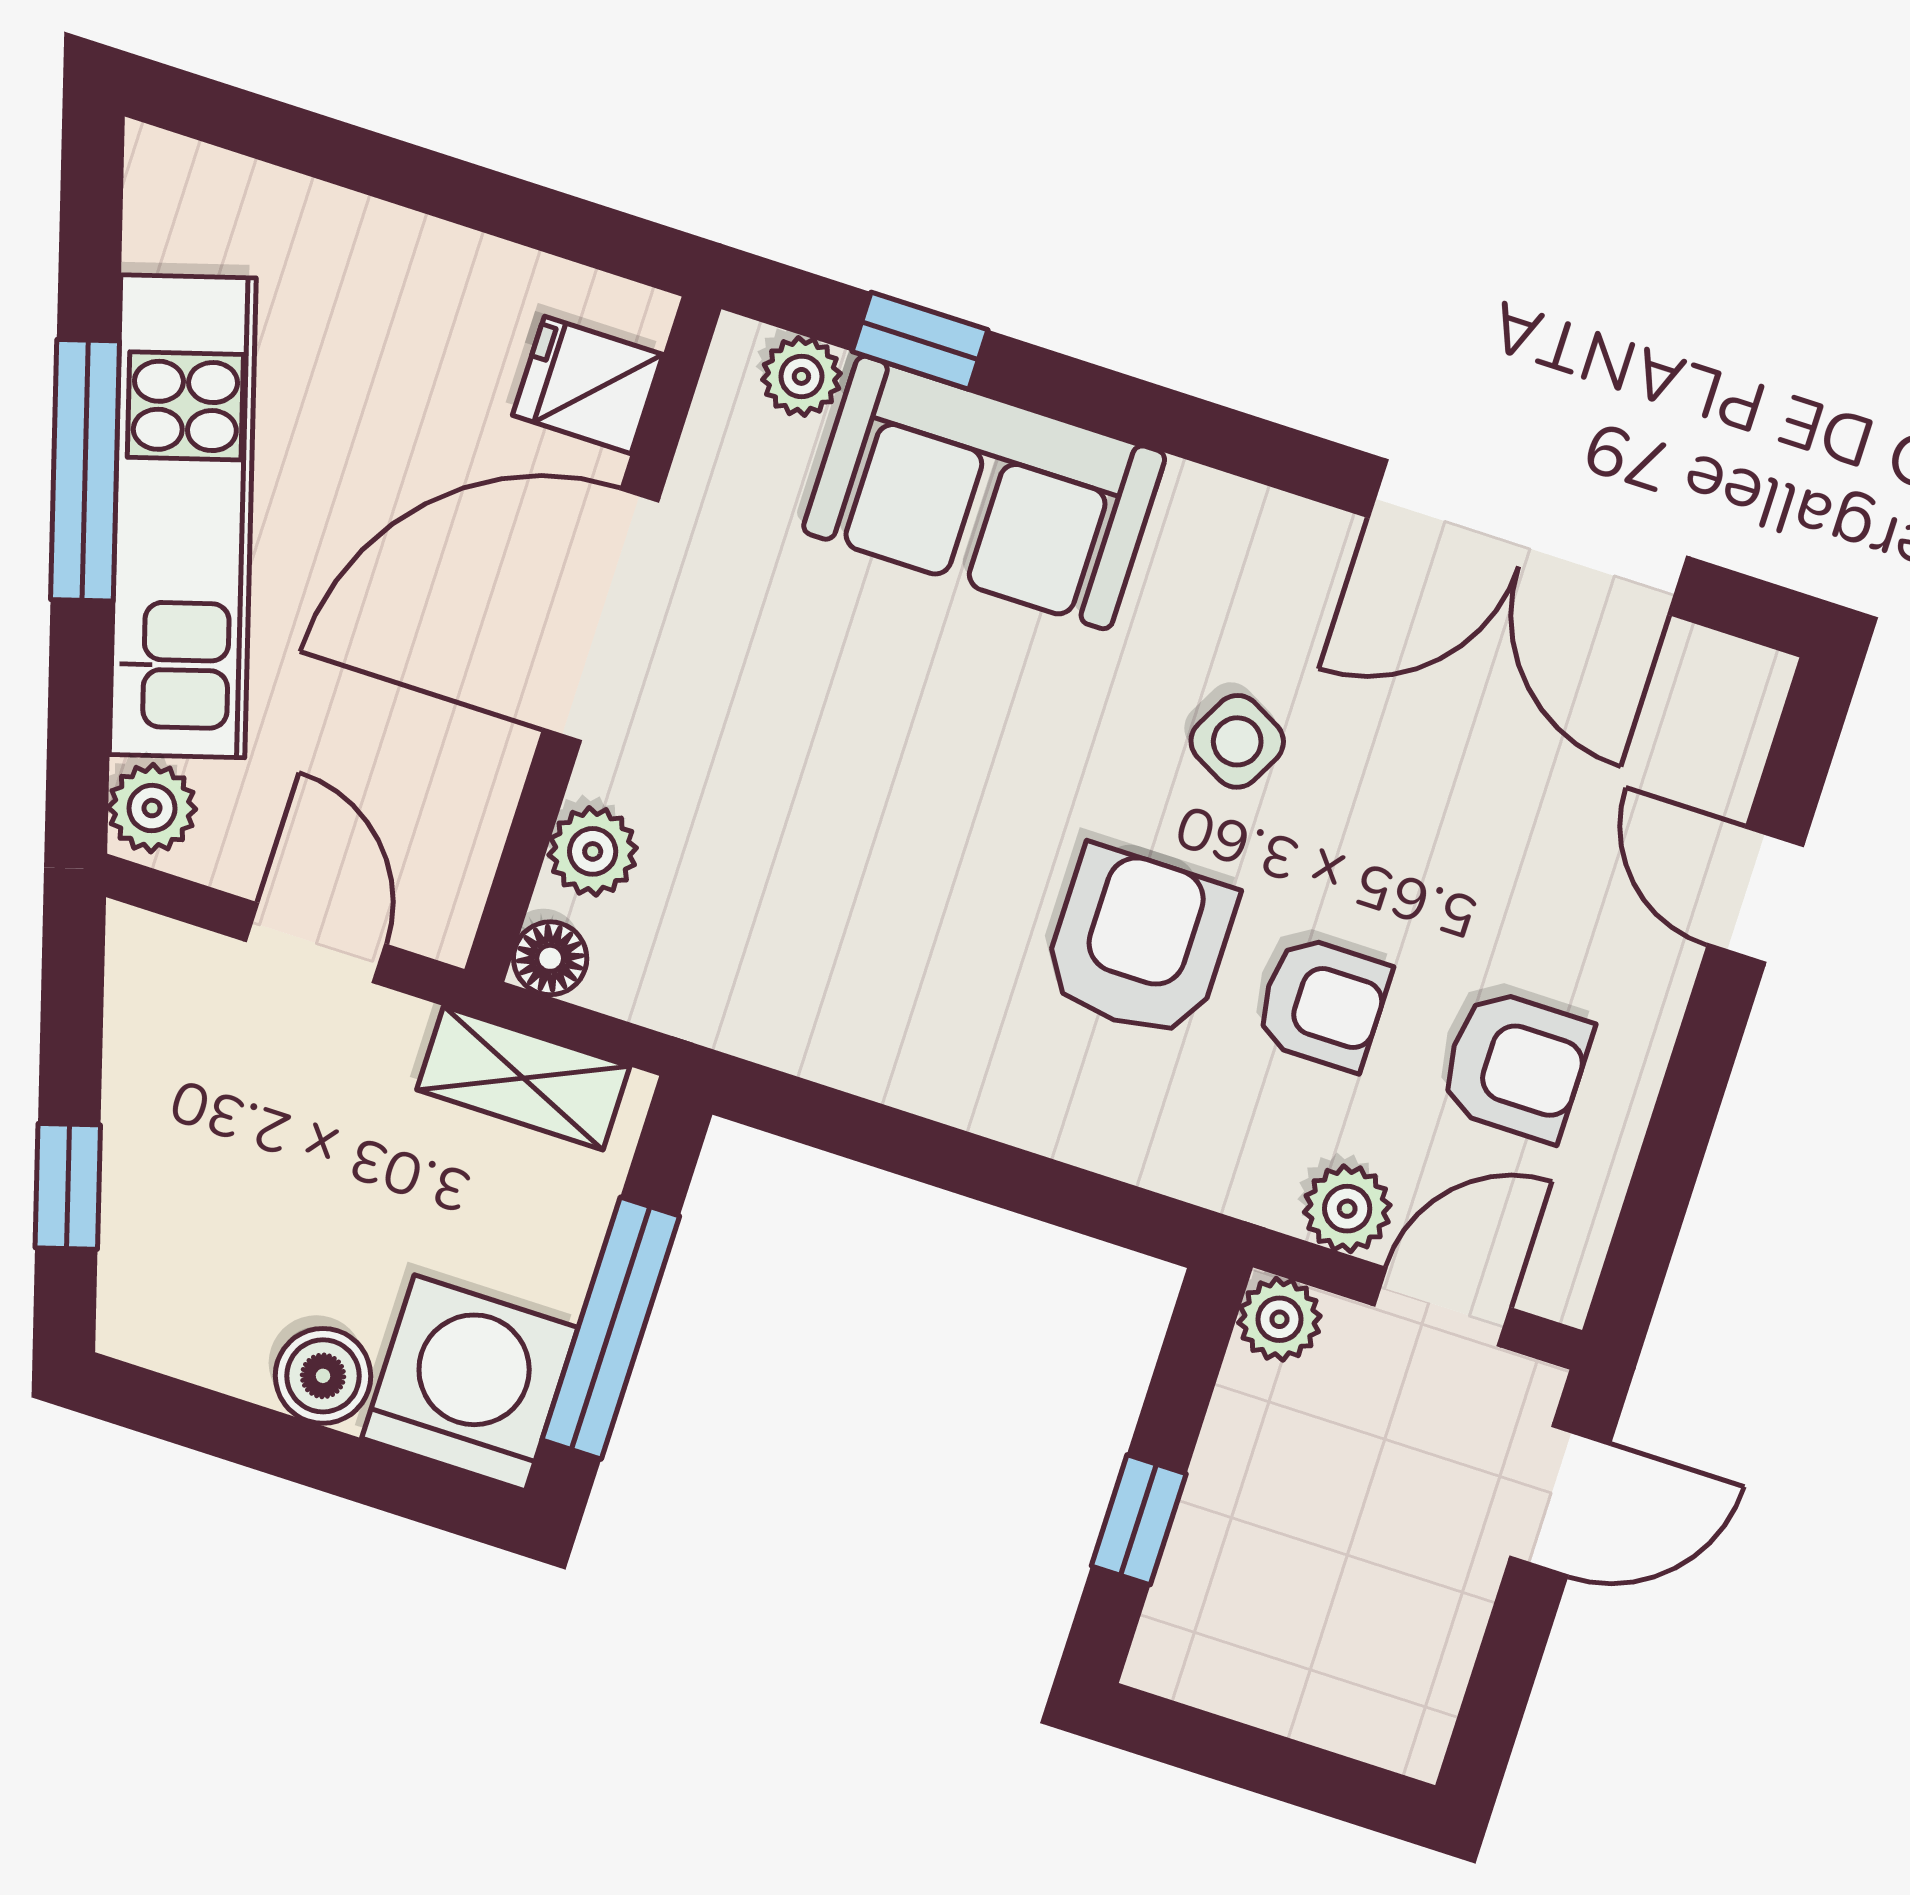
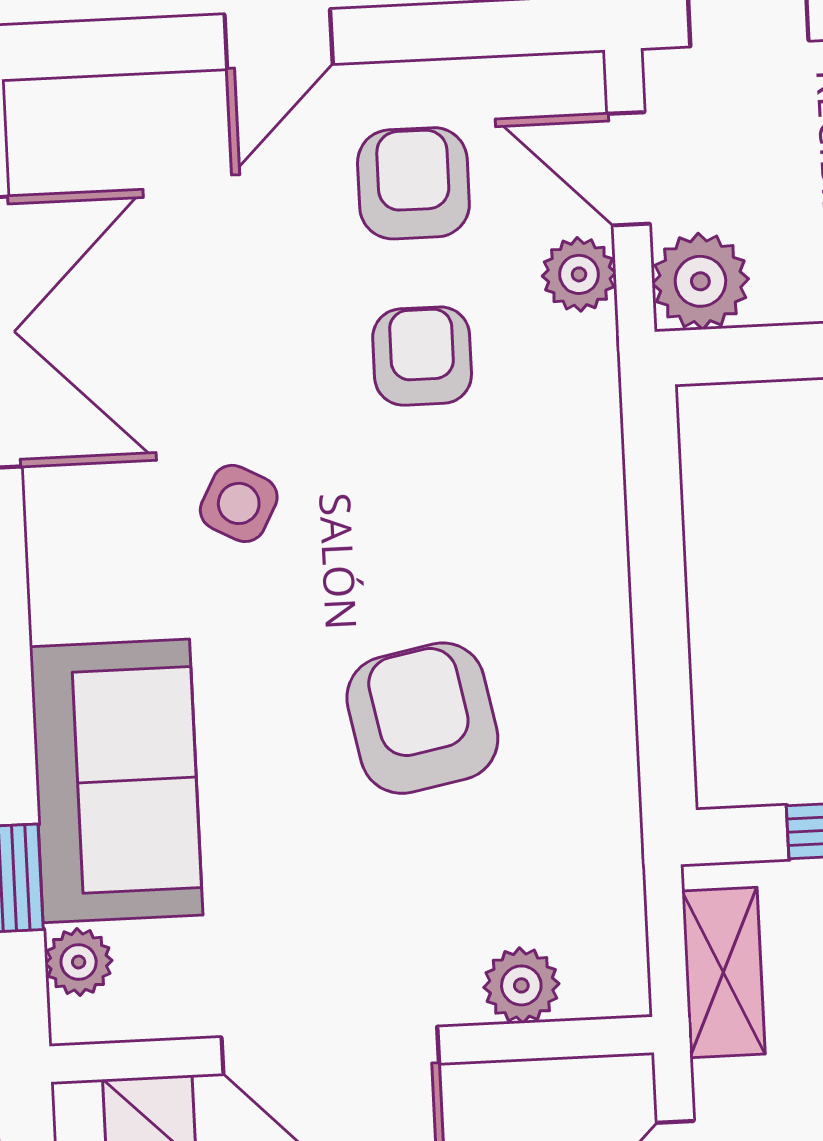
door: (1755, 895) -> (279, 39), moved
armchair: (1139, 943) -> (422, 718), moved, turned 79
floor lamp: (550, 958) -> (620, 987), removed
plant: (1279, 1319) -> (700, 281), width x1.38, depth x1.38

